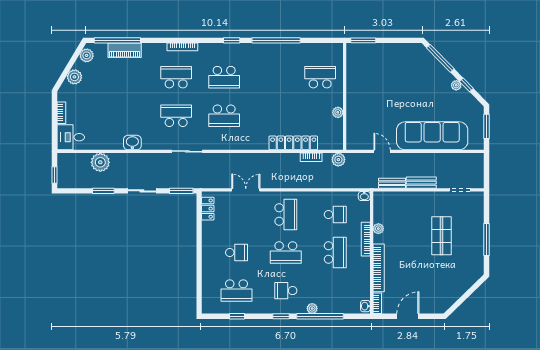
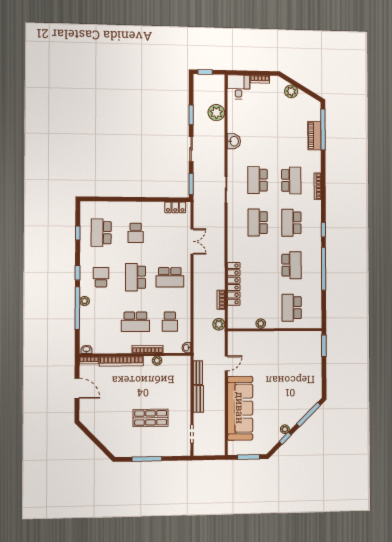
plant: (87, 55) -> (310, 102), removed
school desk: (272, 77) -> (292, 265), added
school desk: (320, 77) -> (292, 308), turned 180
school desk: (176, 116) -> (258, 180), turned 180

